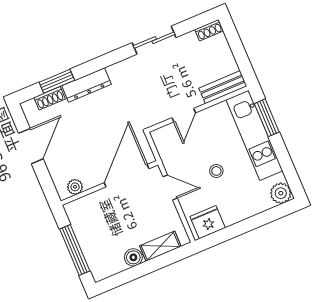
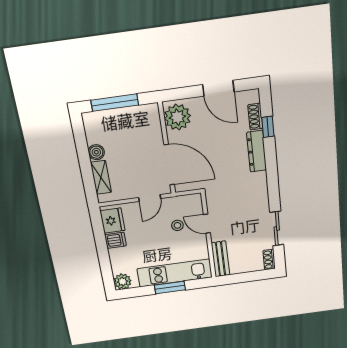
sliding door: (154, 40) -> (277, 228), moved
window: (57, 81) -> (268, 127), width x0.67
window: (267, 118) -> (170, 287), moved
stool: (216, 171) -> (177, 225), moved
plant: (75, 187) -> (177, 117), width x1.87, depth x1.87
dishwasher: (231, 213) -> (116, 240), added

